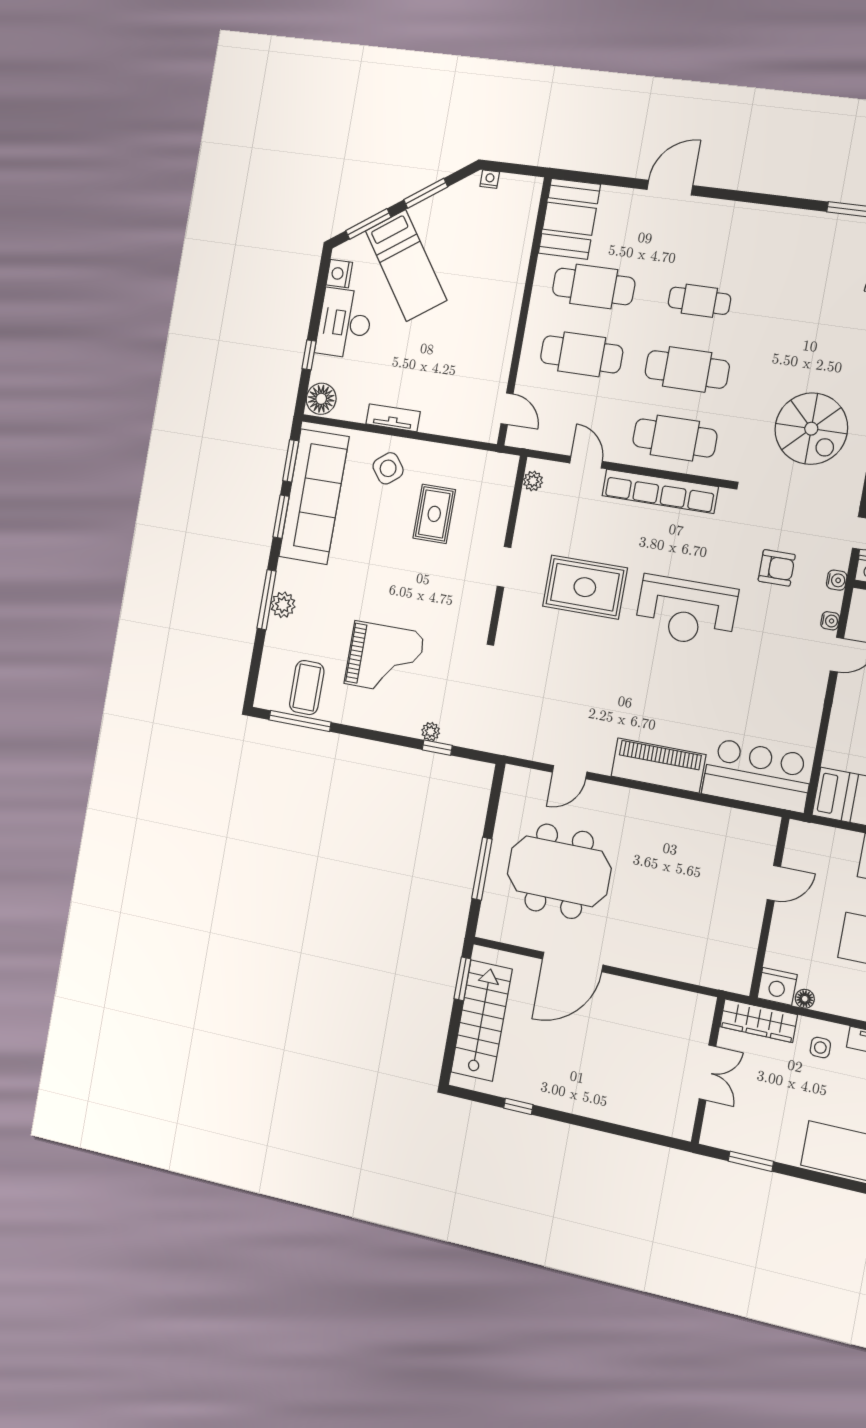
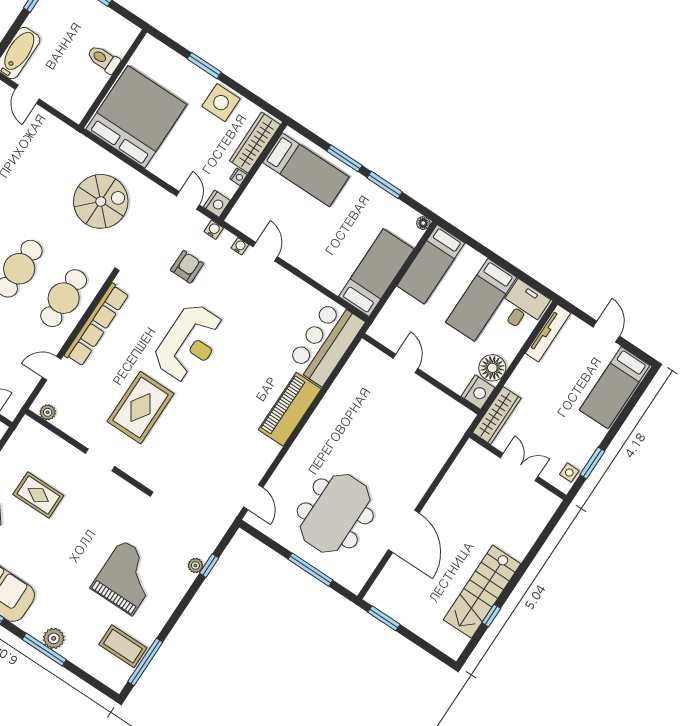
door: (570, 772) -> (253, 497), moved
floor lamp: (805, 999) -> (492, 368), width x1.89, depth x1.89
stairs: (482, 1021) -> (482, 592), moved, turned -90
side table: (820, 1048) -> (569, 473), moved

